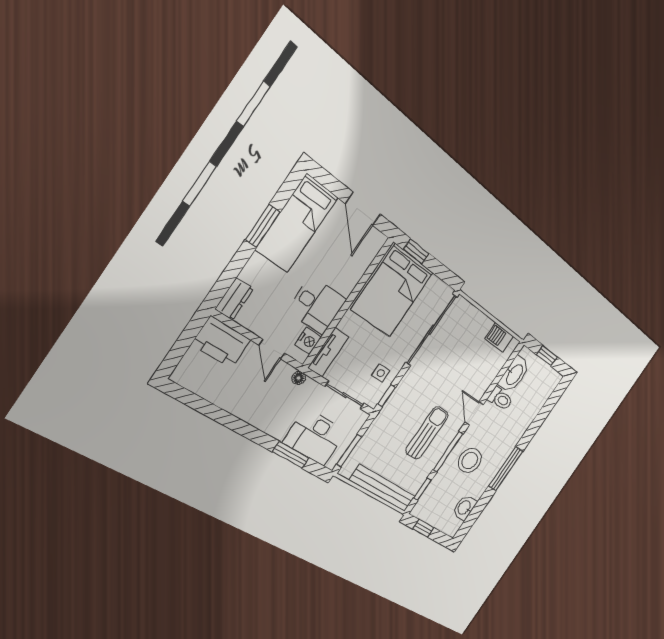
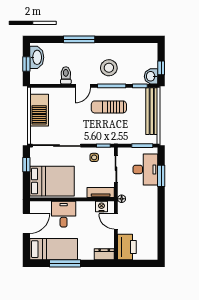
window: (263, 226) -> (65, 263), width x1.44
window: (416, 251) -> (26, 165), moved
desk: (317, 305) -> (64, 214), moved
barbecue: (499, 338) -> (39, 110), width x1.88, depth x1.53
door: (272, 349) -> (116, 222), swing flipped
washbasin: (514, 374) -> (37, 57), moved, turned 90
window: (506, 469) -> (79, 39), moved
washbasin: (464, 508) -> (151, 76), moved, turned 90

